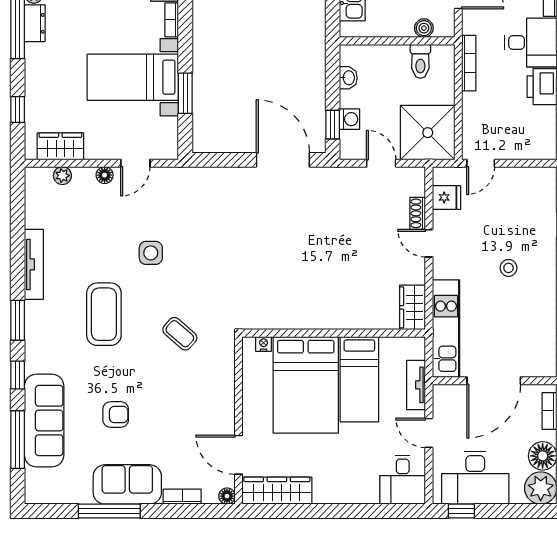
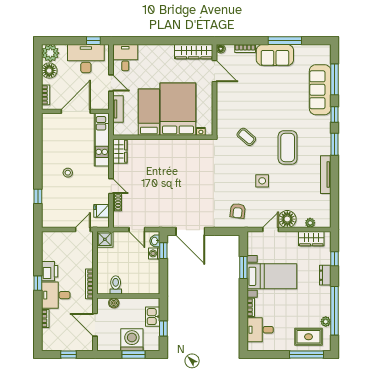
dresser: (35, 23) -> (325, 275), moved
washbasin: (348, 78) -> (155, 241), moved
shower: (428, 133) -> (105, 239), width x0.54, depth x0.54
floor lamp: (105, 175) -> (287, 219), width x1.89, depth x1.89
armchair: (116, 415) -> (238, 211), moved, turned -83

